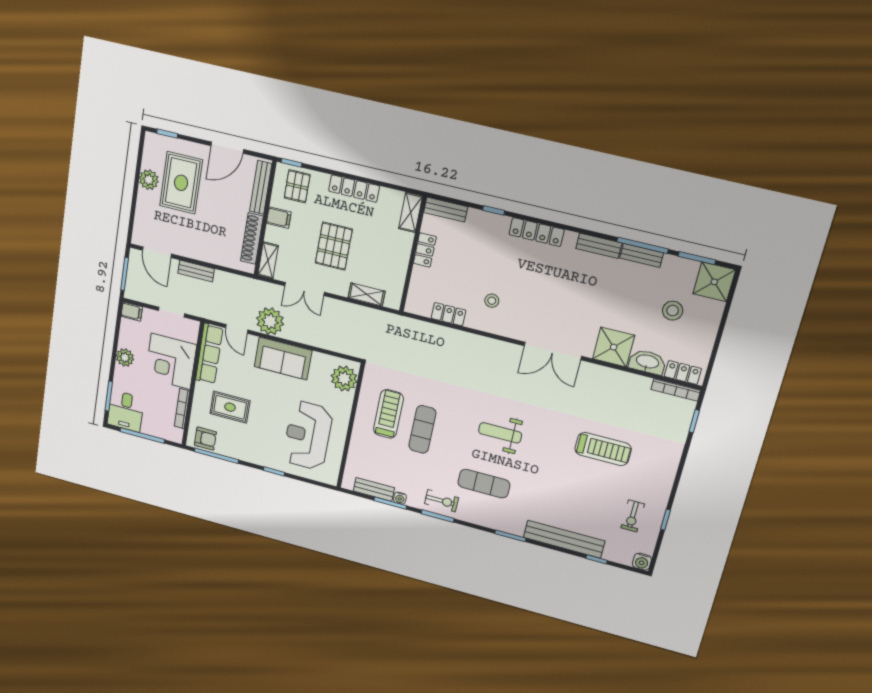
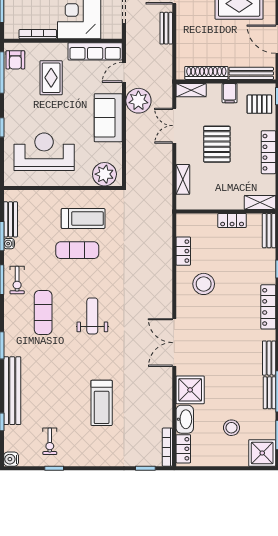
pallet: (334, 246) -> (217, 144), turned 90
stool: (492, 301) -> (204, 284), width x1.89, depth x1.89
exercise bike: (633, 516) -> (50, 441), turned -90

